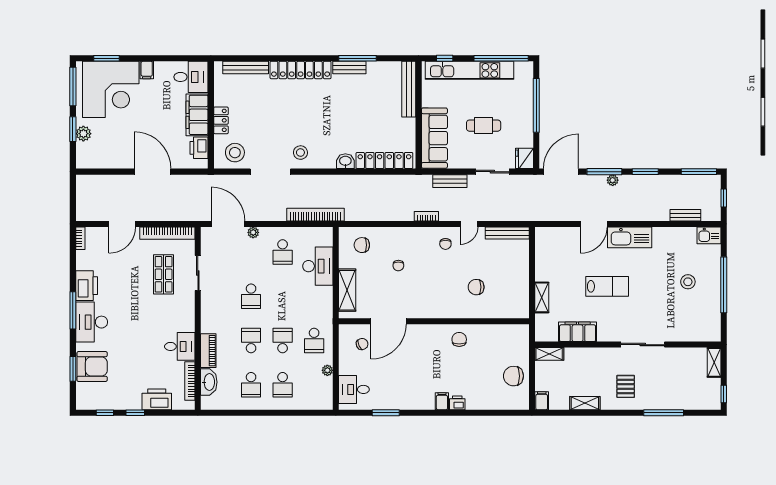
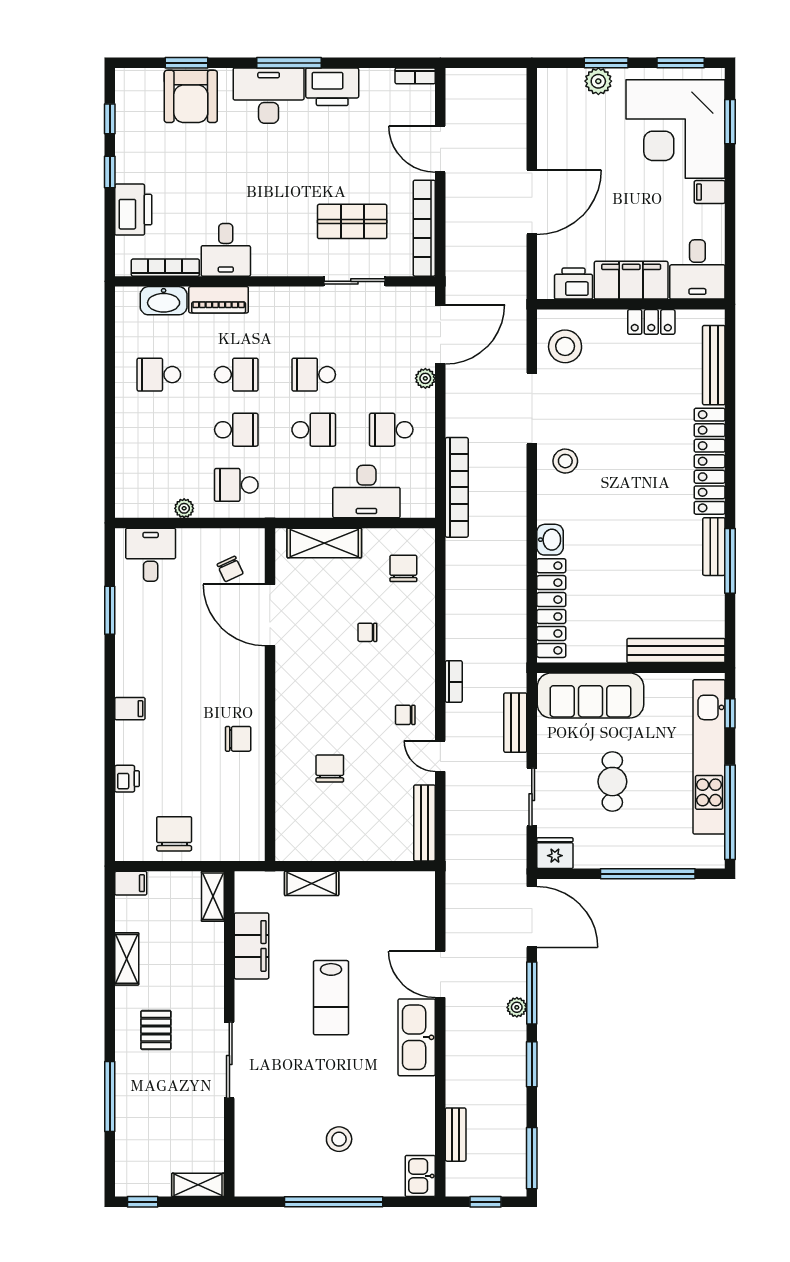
window: (73, 87) -> (681, 63), width x0.69
locker: (221, 120) -> (651, 322), moved
school desk: (283, 385) -> (314, 430), moved, turned 180
pallet: (626, 386) -> (156, 1030), turned 90
printer: (457, 403) -> (127, 779), moved

